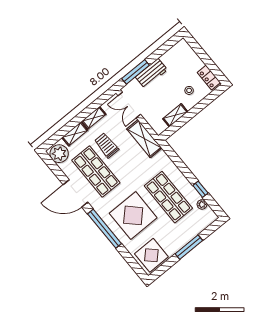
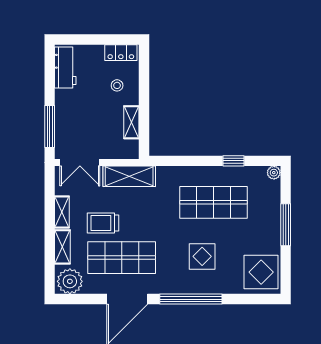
workbench: (151, 73) -> (65, 67), moved
plant: (202, 204) -> (274, 173), moved
display table: (133, 215) -> (202, 256), width x0.54, depth x0.54

